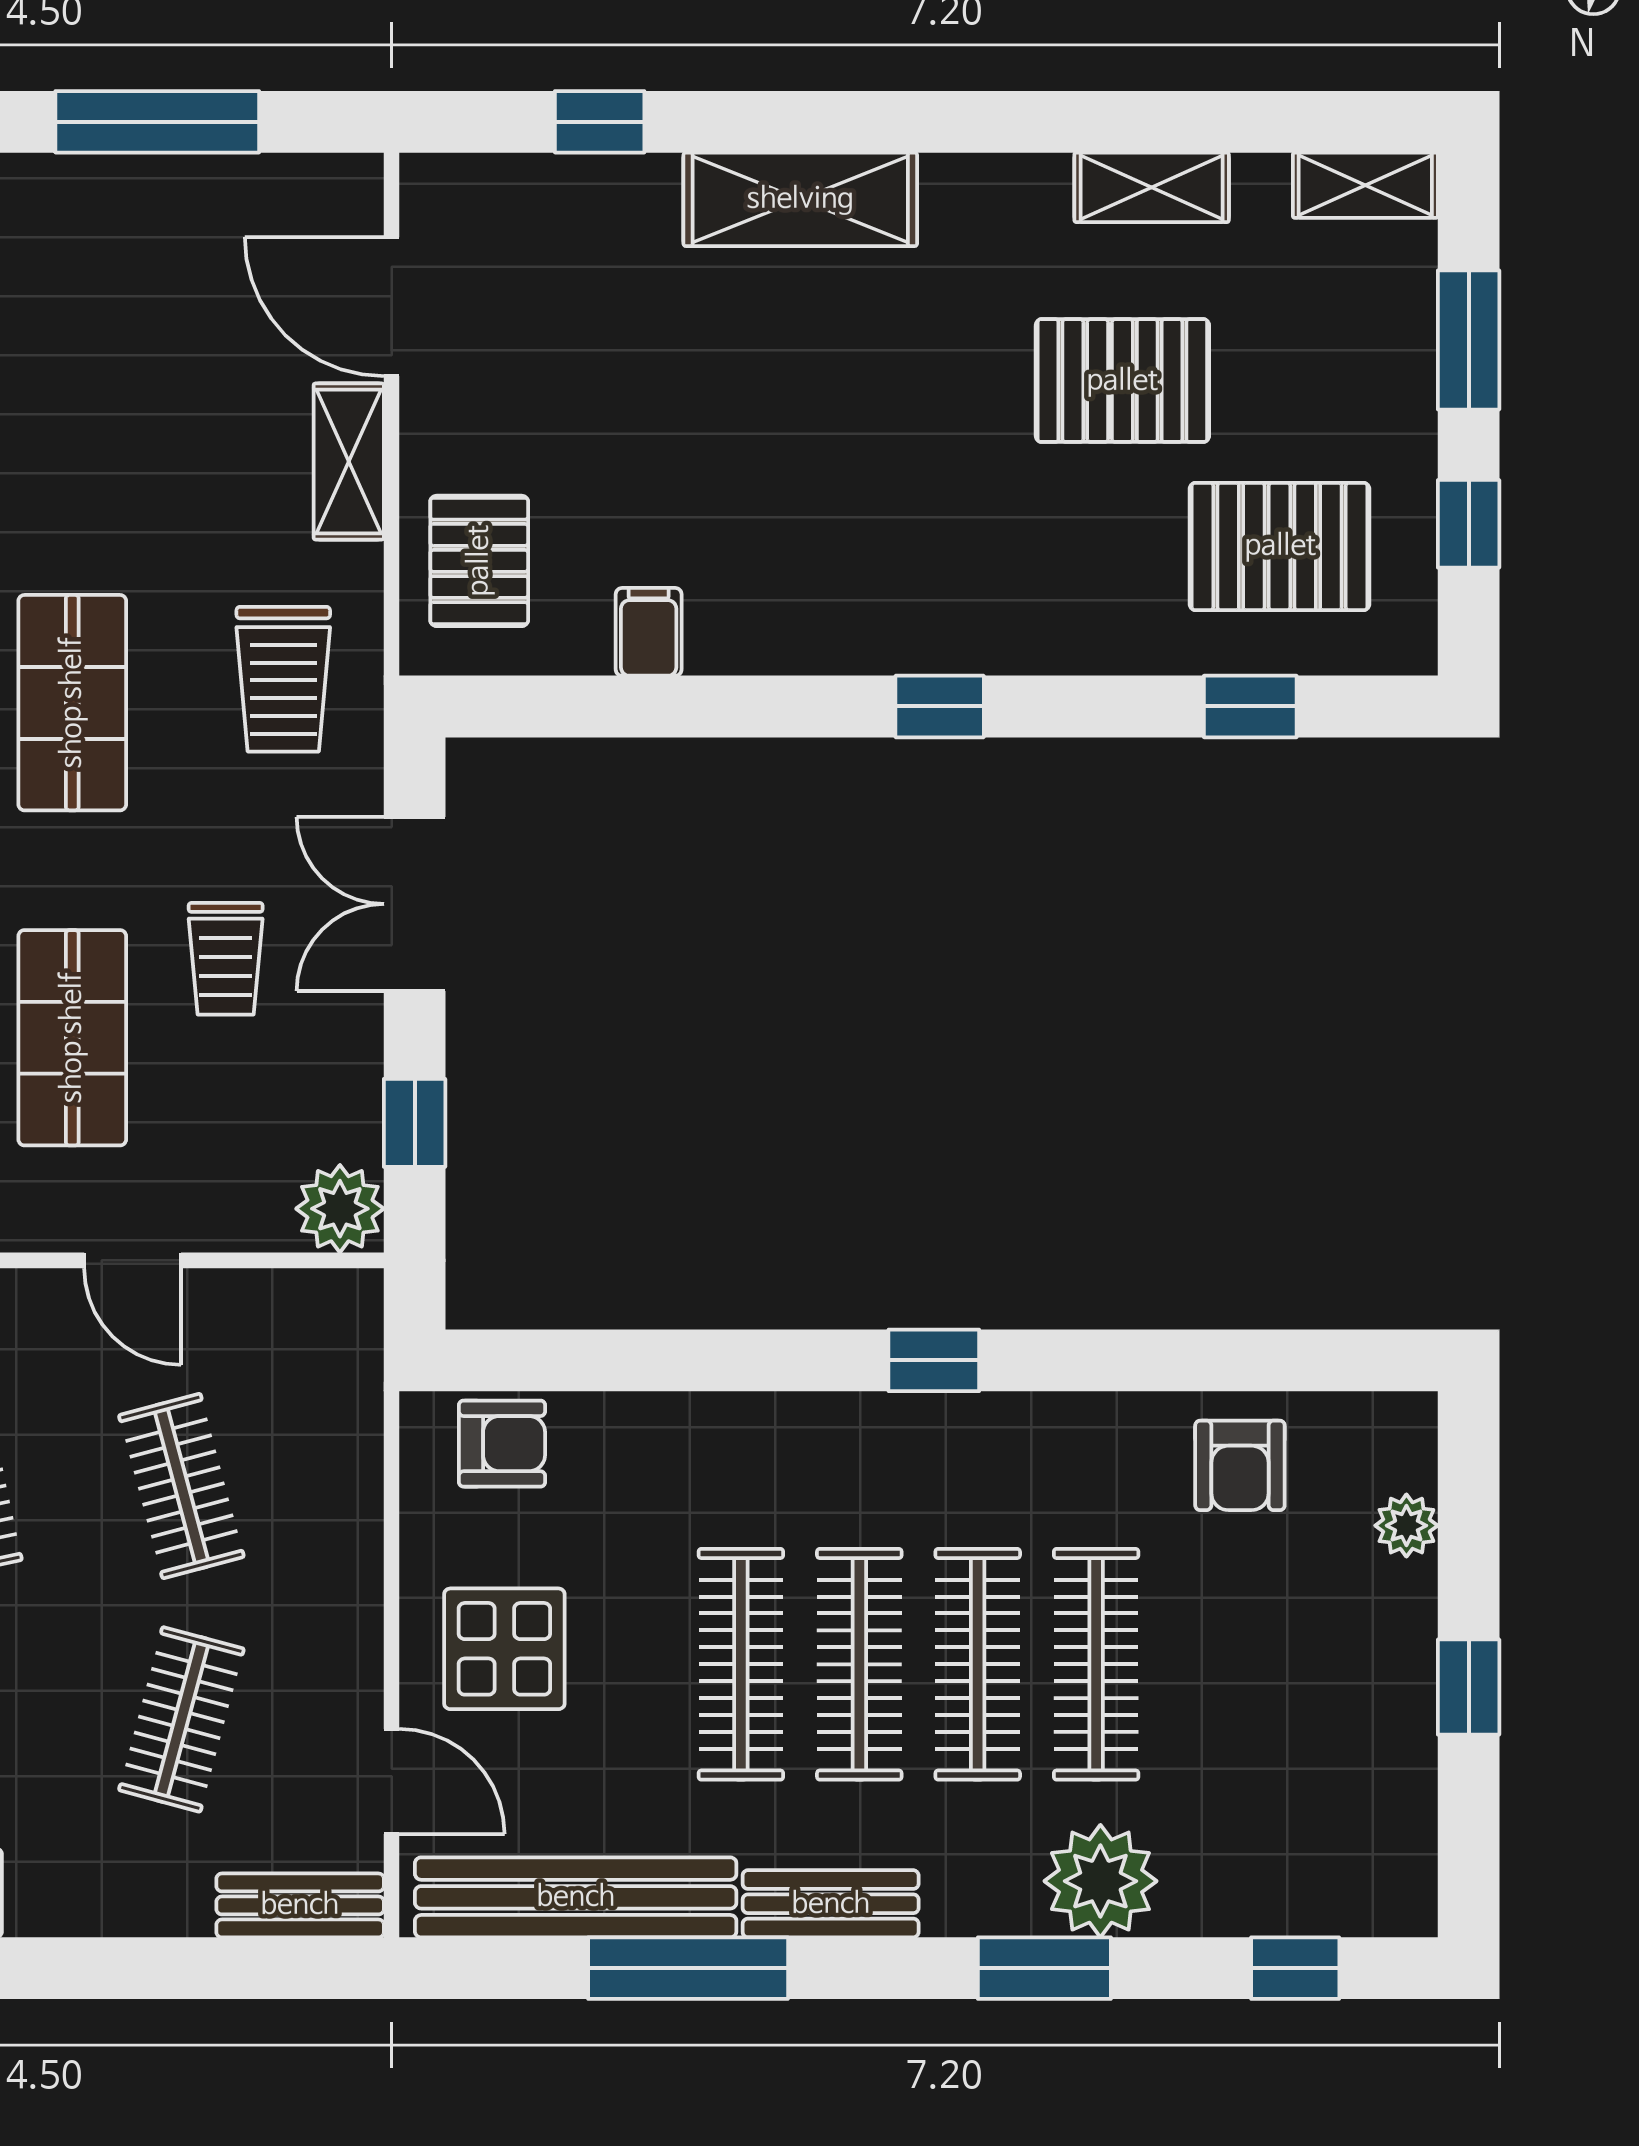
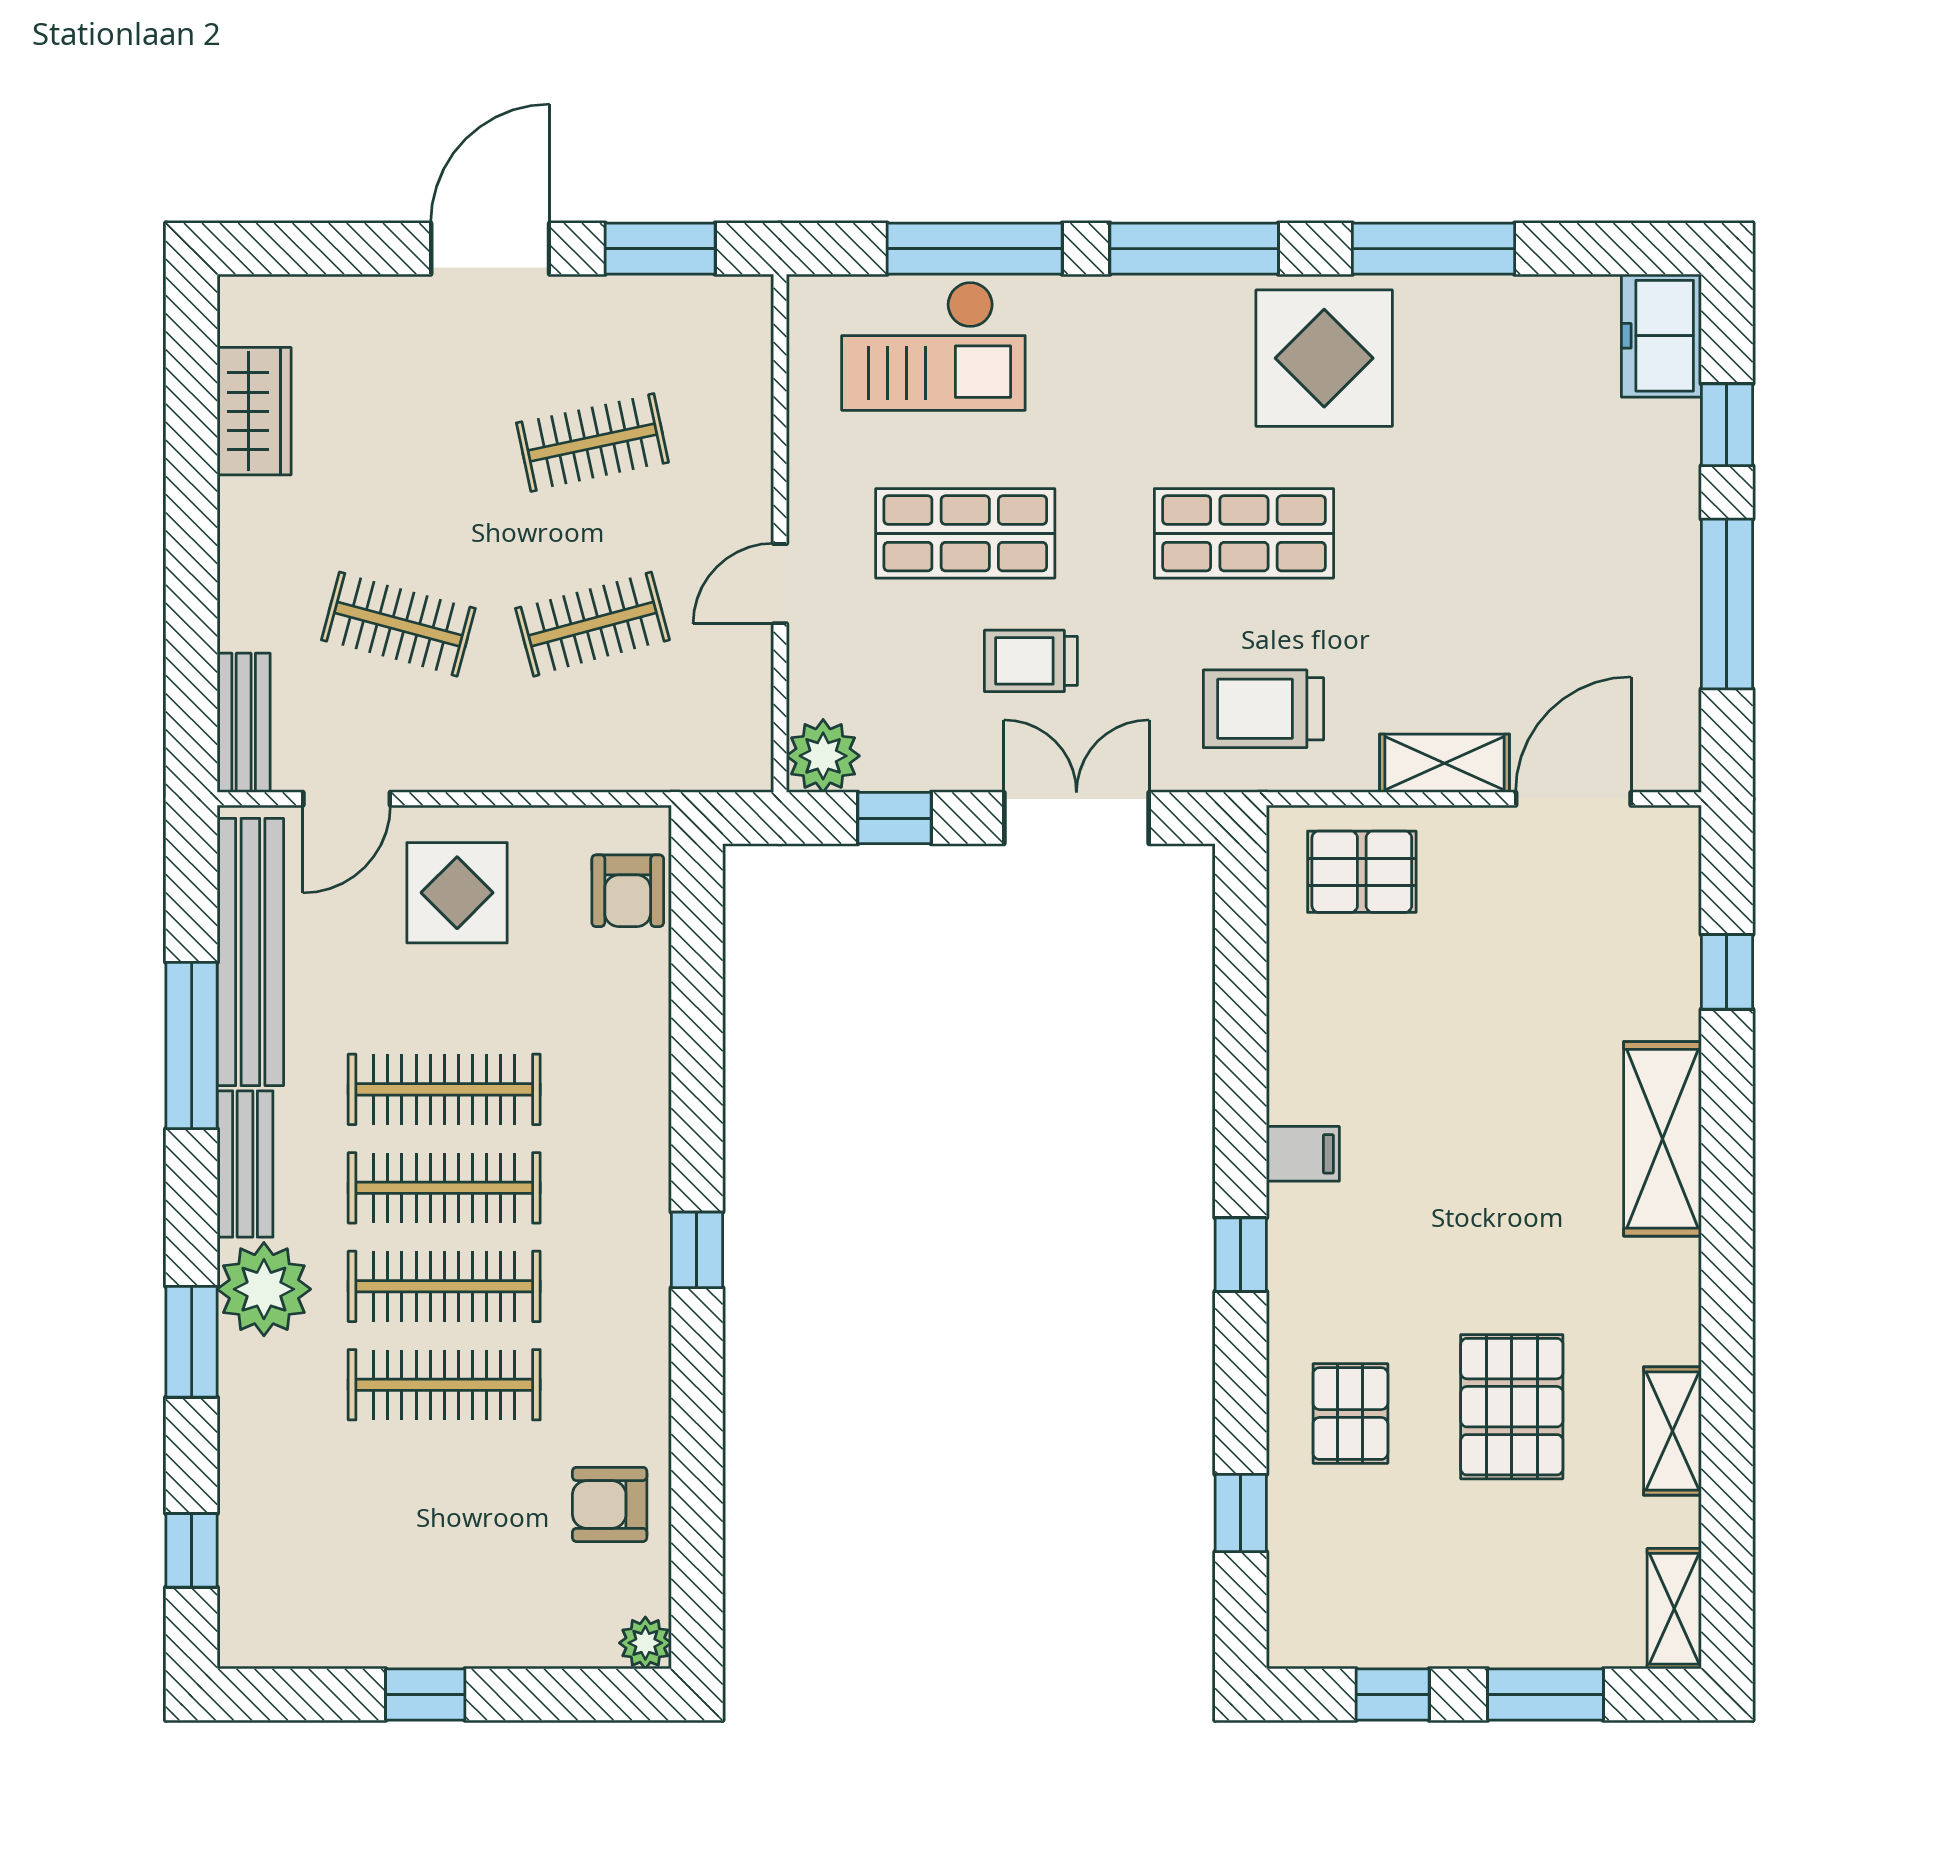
pallet: (1280, 546) -> (1350, 1414), moved, width x0.67, depth x0.71
filing cabinet: (649, 632) -> (1303, 1154), moved
plant: (1406, 1526) -> (645, 1643), moved
plant: (1100, 1881) -> (264, 1289), moved

